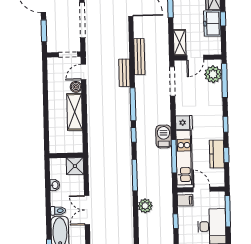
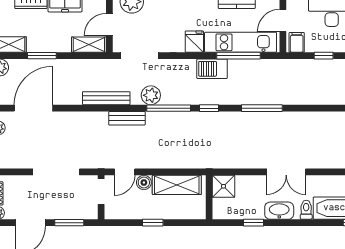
door: (195, 58) -> (109, 25), swing flipped
door: (84, 72) -> (125, 172), hinge flipped
window: (45, 94) -> (153, 223), added
wall: (66, 155) -> (209, 197), moved
shower: (75, 166) -> (224, 186), moved
window: (47, 171) -> (254, 223), added
washbasin: (55, 185) -> (279, 211), width x1.91, depth x1.45
plant: (145, 206) -> (151, 95), moved
double door: (87, 210) -> (286, 172), moved

